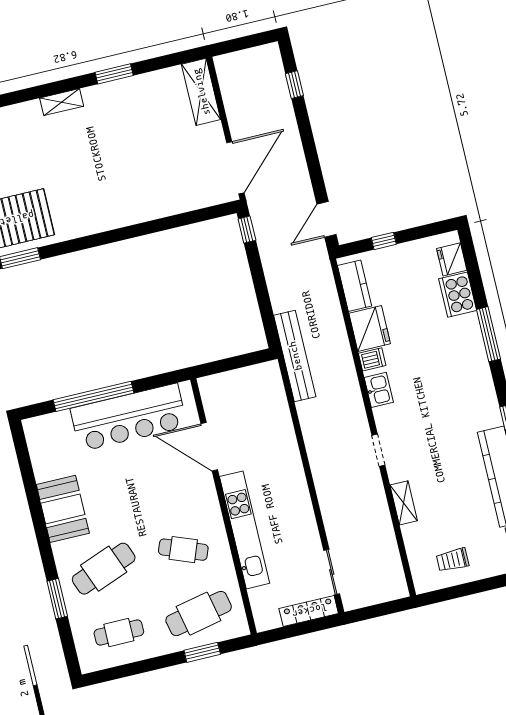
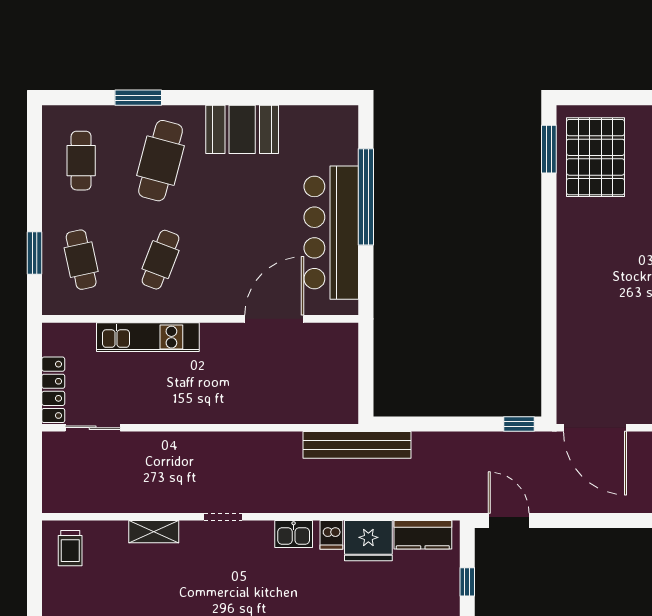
kitchen unit: (245, 530) -> (148, 337), width x0.73
trolley: (453, 560) -> (70, 548), moved, turned 180
cafe table: (104, 569) -> (161, 161), turned 36
cafe table: (199, 614) -> (81, 260), width x0.73, depth x0.74

